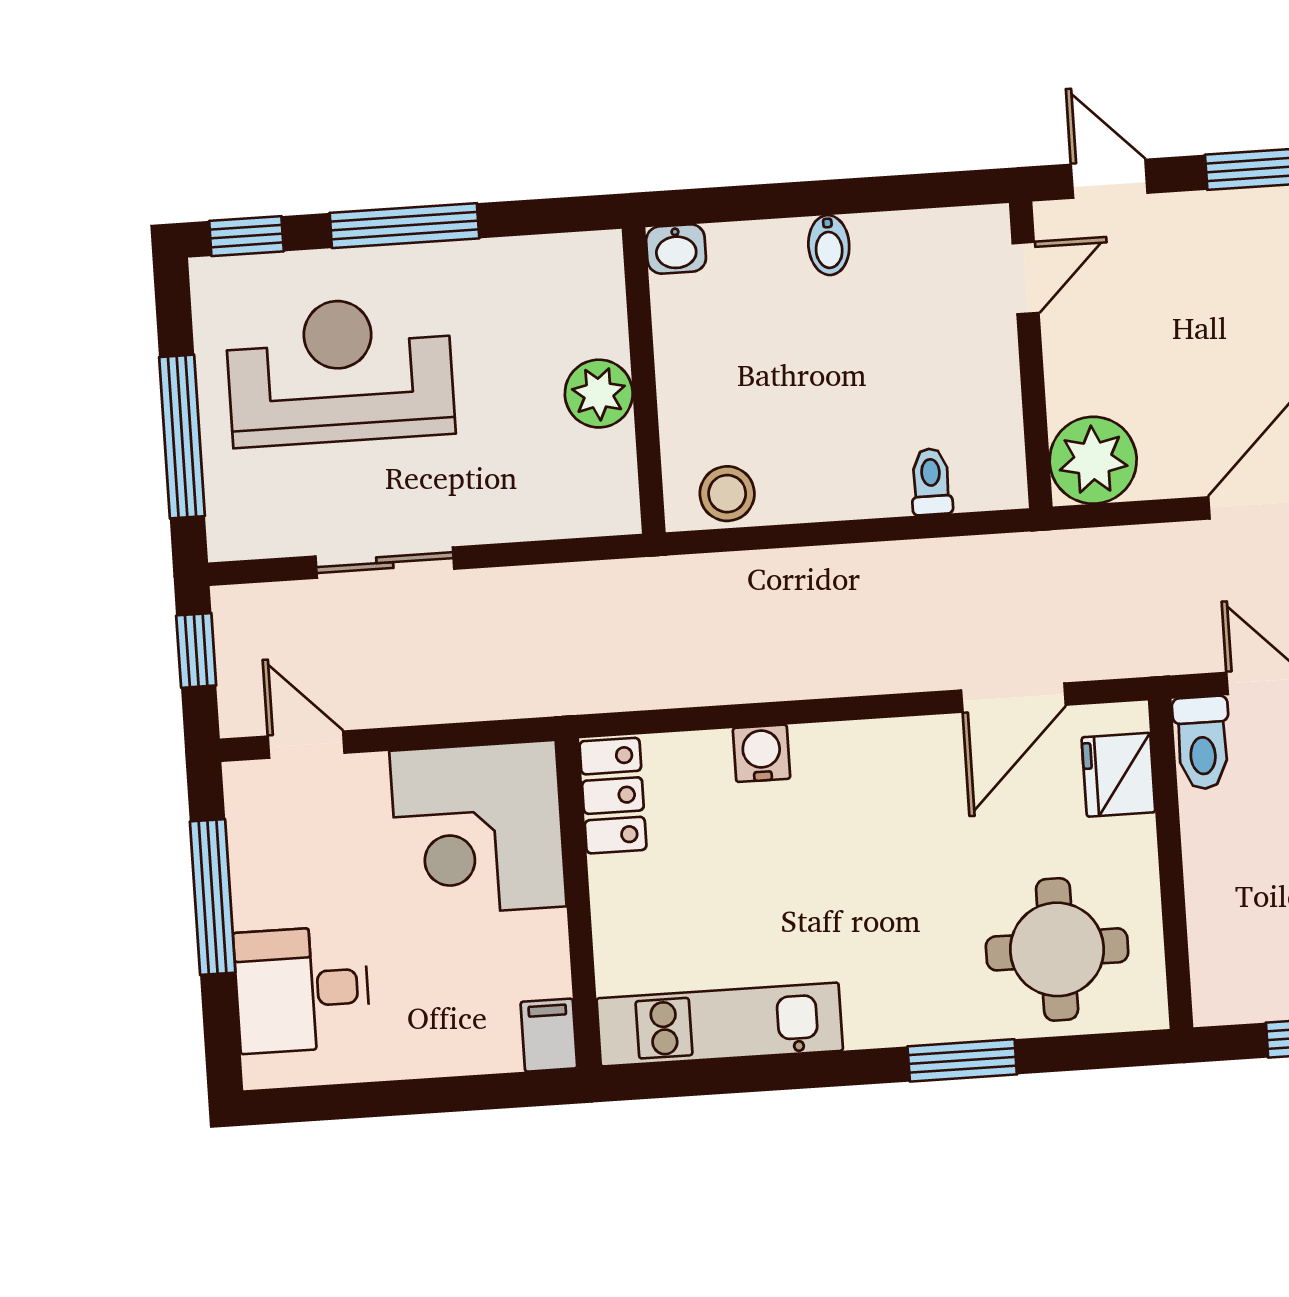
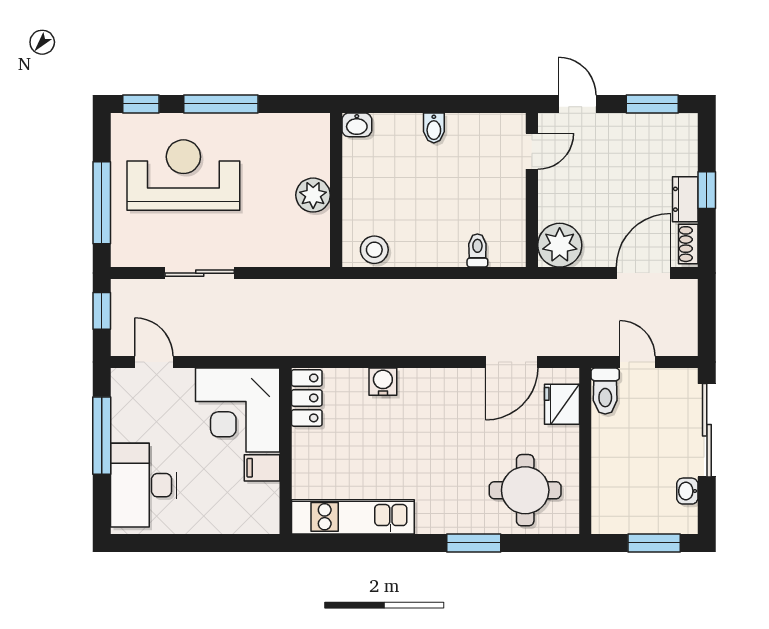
desk: (302, 989) -> (144, 485), width x1.37
filing cabinet: (549, 1035) -> (262, 468), moved, turned -90

